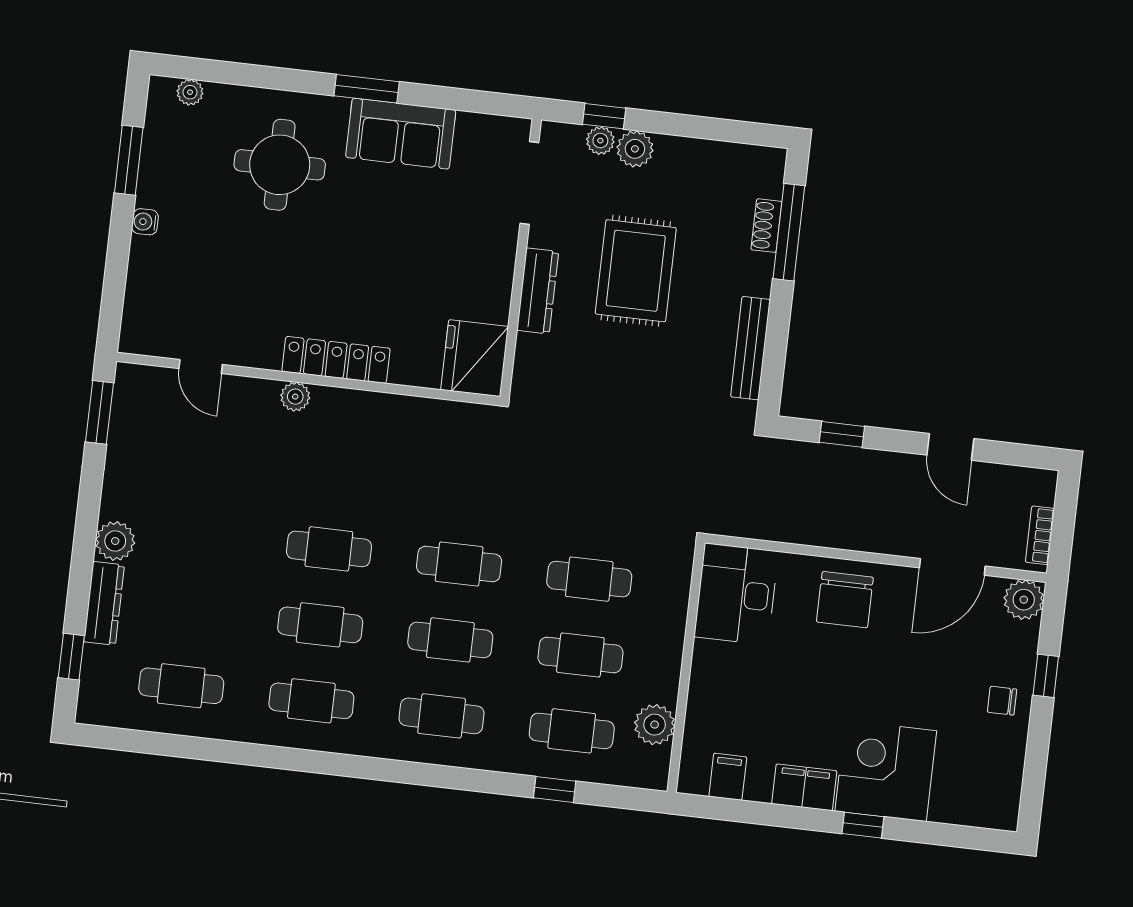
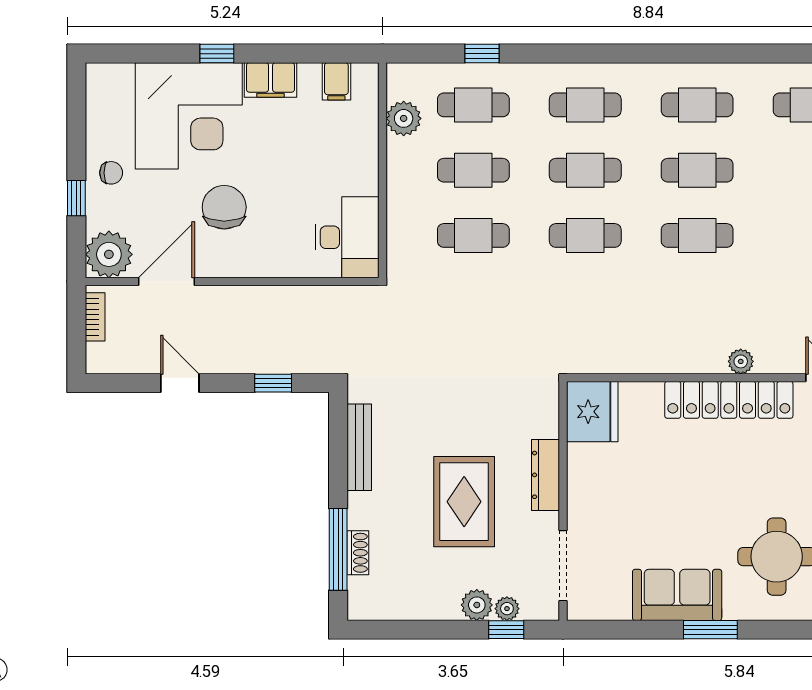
locker: (336, 360) -> (729, 400), width x1.41, depth x1.21
chair: (845, 600) -> (224, 207), moved
plant: (1024, 600) -> (109, 254), width x1.36, depth x1.36
corner desk: (886, 771) -> (189, 116), width x1.36, depth x1.36

